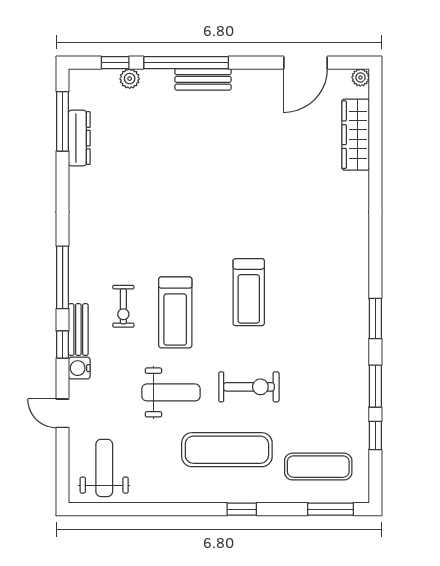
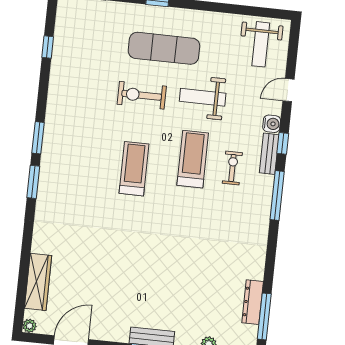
window: (375, 386) -> (33, 182), moved
door: (63, 413) -> (288, 90), swing flipped
exercise mat: (318, 467) -> (95, 28), removed

